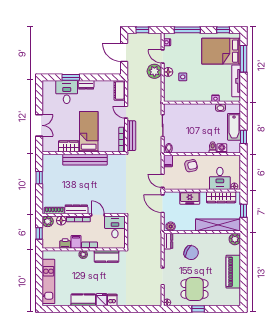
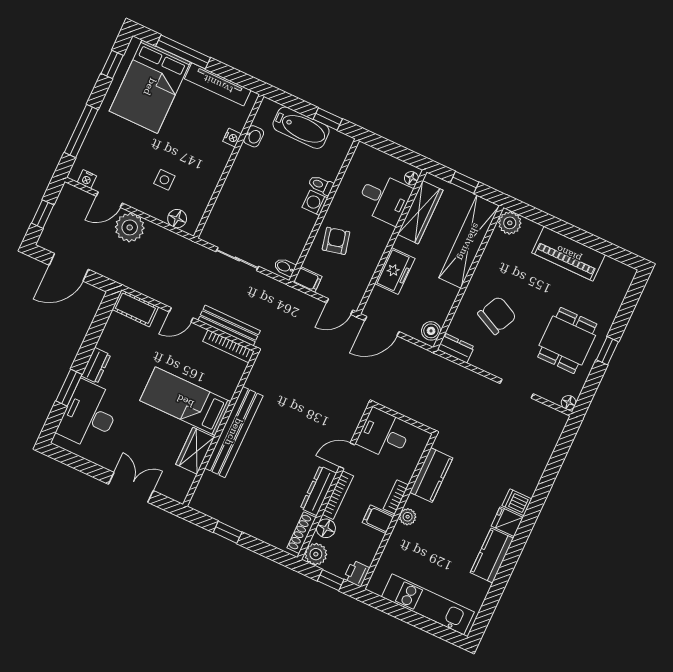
floor lamp: (168, 72) -> (177, 219), moved
desk: (67, 92) -> (89, 415), width x1.37
washing machine: (222, 148) -> (315, 203), moved
printer: (65, 243) -> (357, 573), moved

